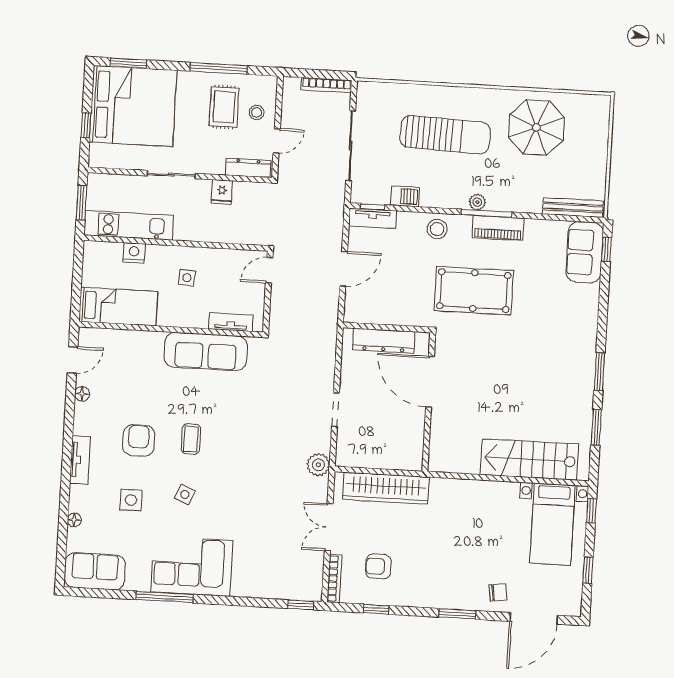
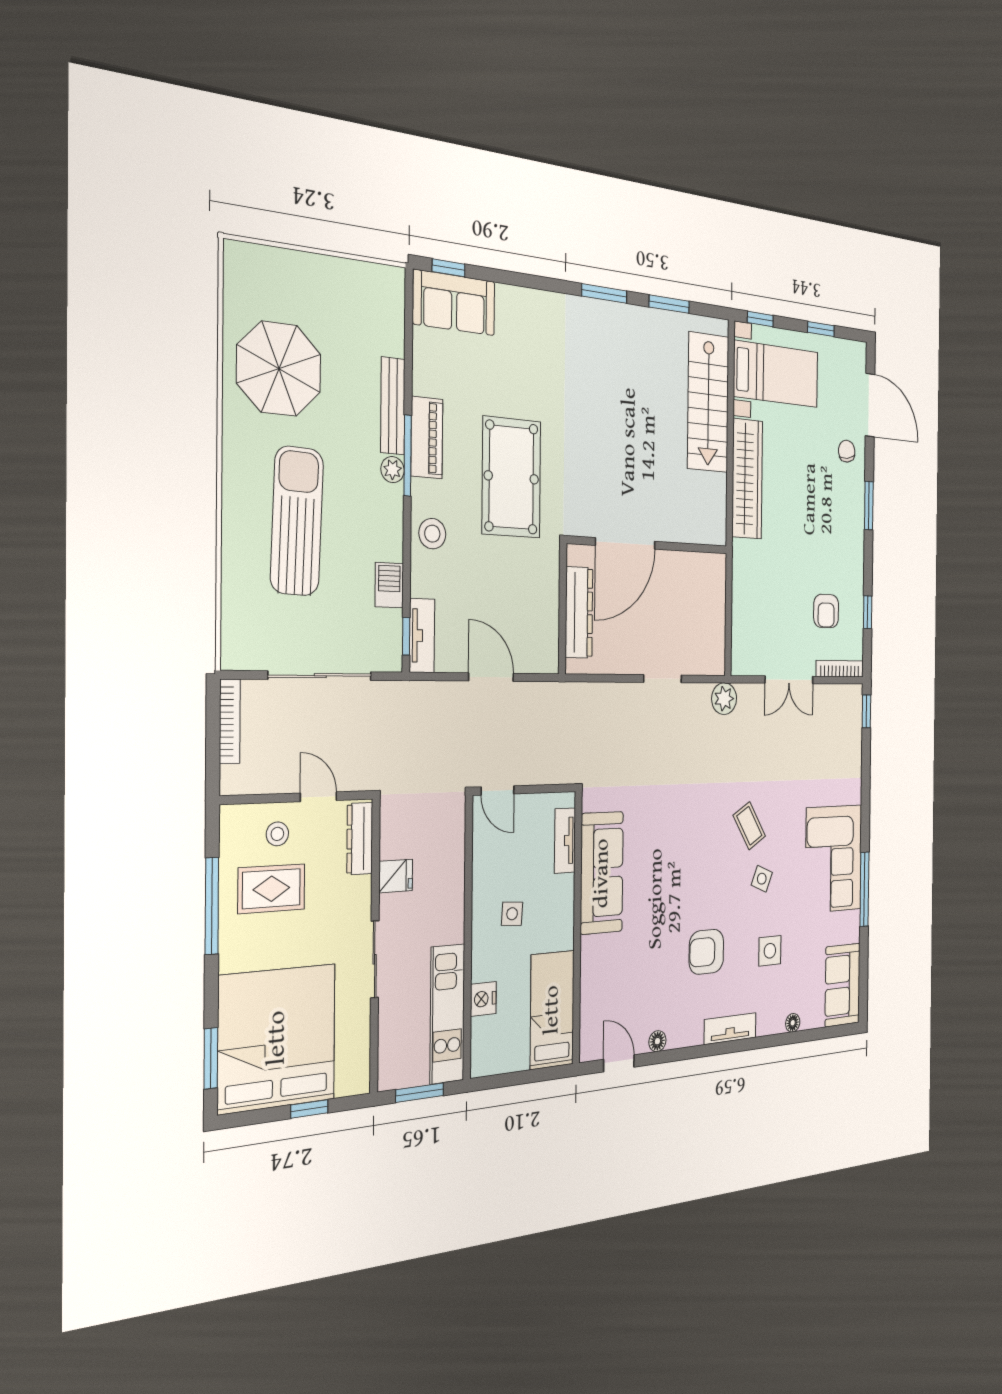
bench: (573, 208) -> (393, 406), moved
coffee table: (191, 439) -> (749, 826), moved, turned 59
wardrobe: (386, 488) -> (747, 479), moved

